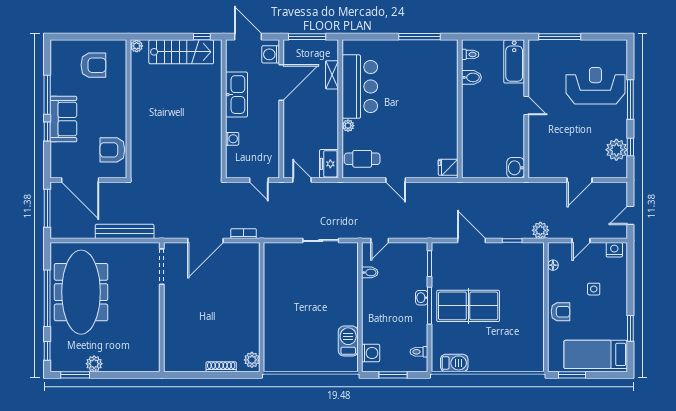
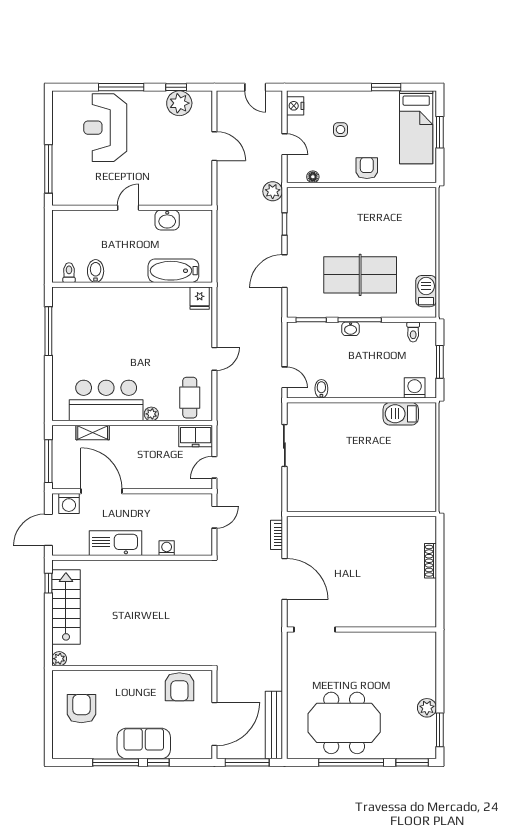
bathtub: (514, 61) -> (173, 271), moved, turned 180
washbasin: (516, 168) -> (167, 220), moved
bench: (125, 231) -> (274, 725), moved
meeting table: (81, 292) -> (344, 723), width x0.73
table tennis table: (468, 306) -> (360, 275), turned 90
window: (47, 351) -> (412, 762), width x1.50
plant: (252, 360) -> (422, 525), removed
window: (572, 375) -> (440, 132), moved

